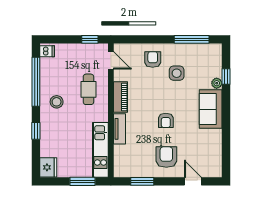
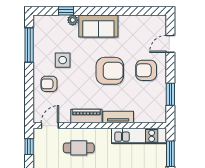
armchair: (166, 120) -> (110, 71), width x1.88, depth x1.88

